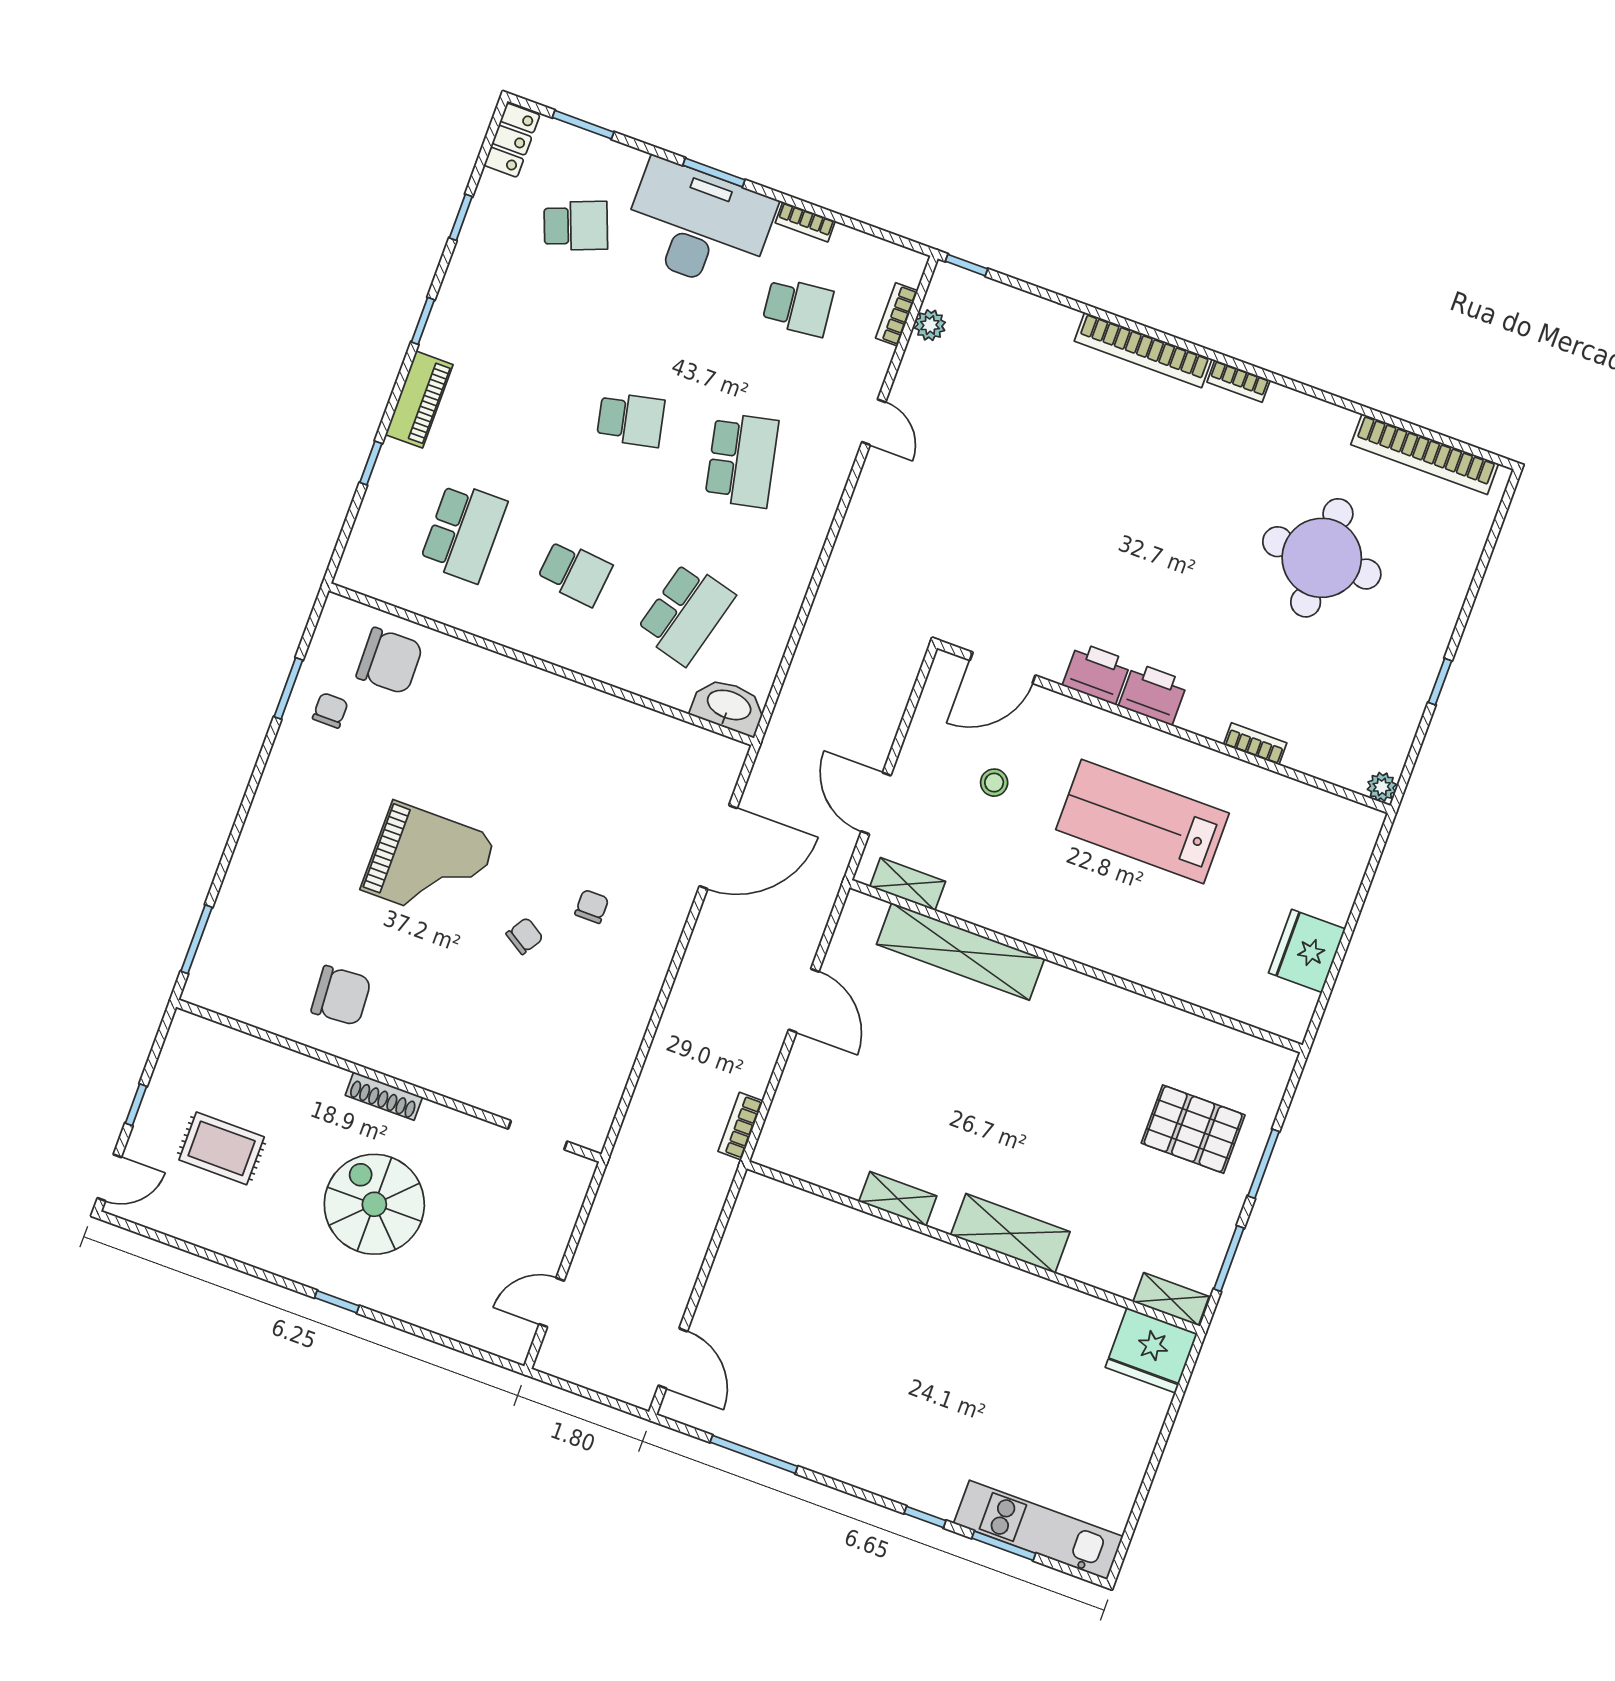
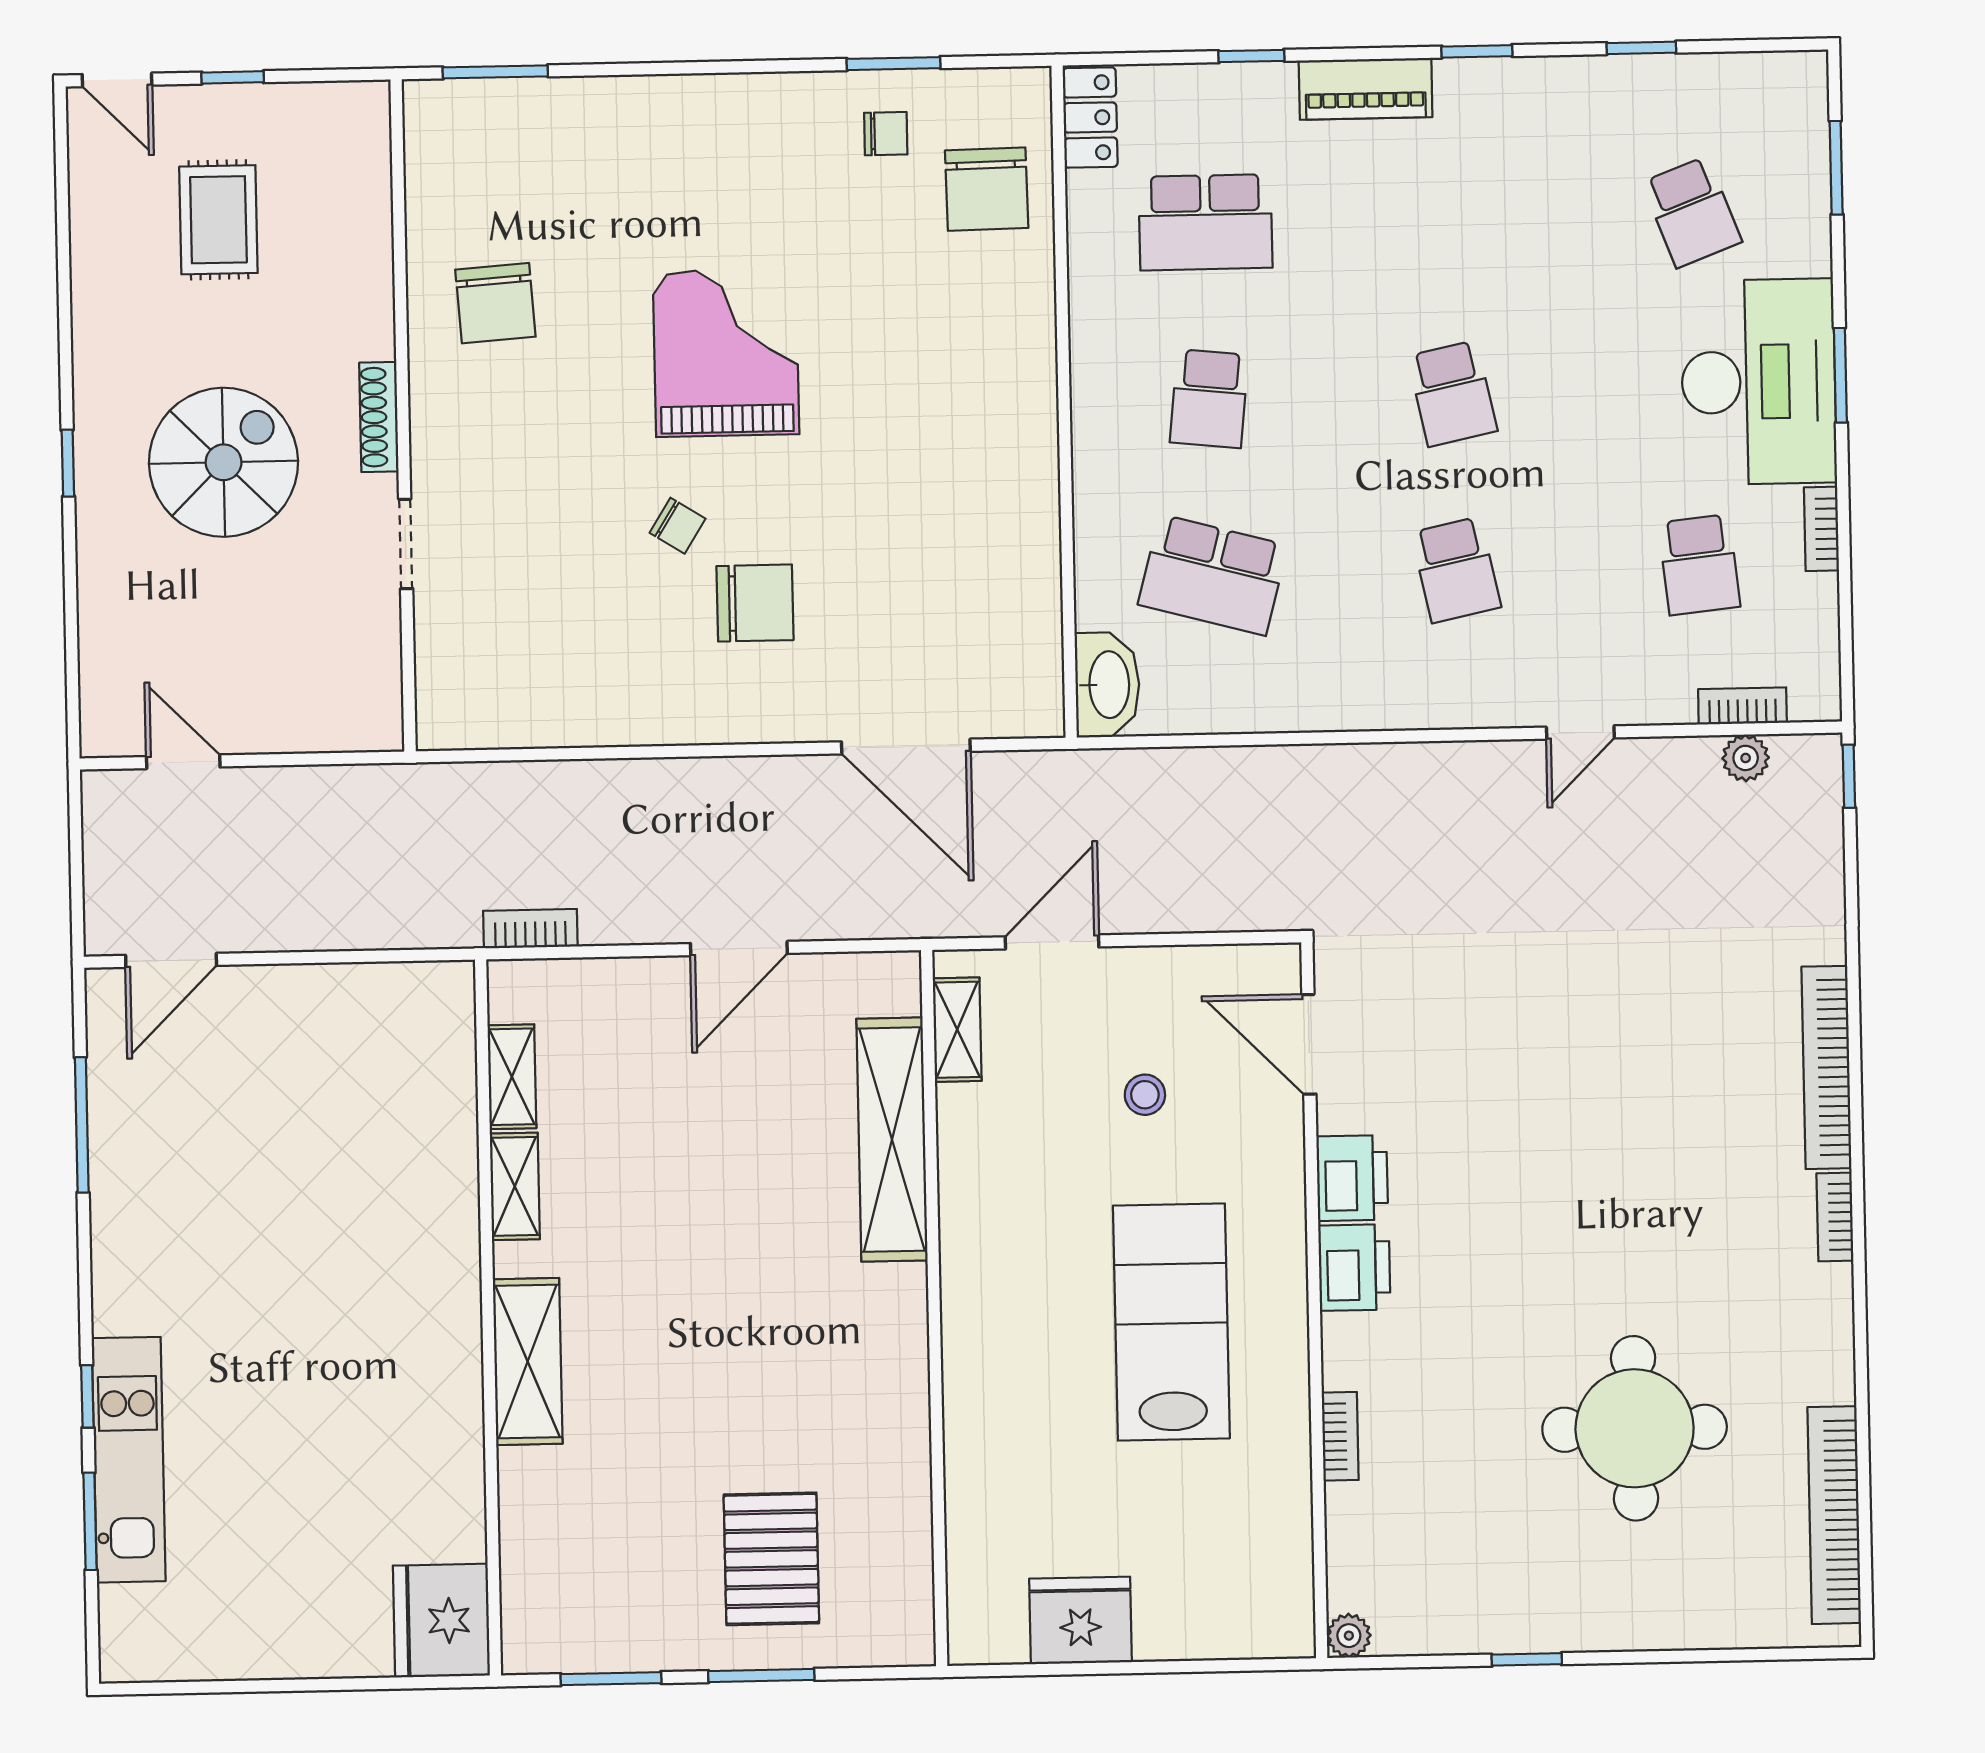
locker: (512, 140) -> (1090, 117), moved, turned -90
school desk: (742, 460) -> (1456, 570), width x0.54
grand piano: (428, 864) -> (726, 353), turned 180
chair: (592, 906) -> (755, 603), width x1.87, depth x1.87
doorway: (538, 1135) -> (406, 544), moved
shelving: (1171, 1299) -> (512, 1077), moved
kitchen unit: (1038, 1530) -> (129, 1460), moved

